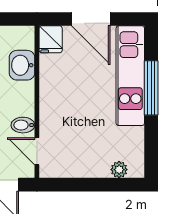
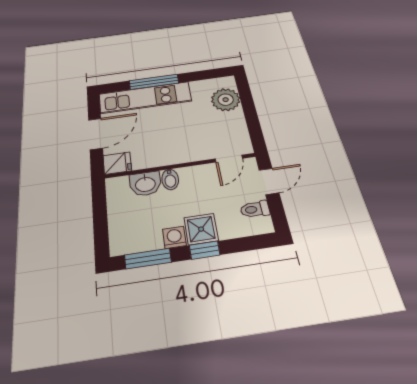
bidet: (23, 125) -> (170, 179), moved
plant: (119, 170) -> (226, 100), width x1.87, depth x1.87

